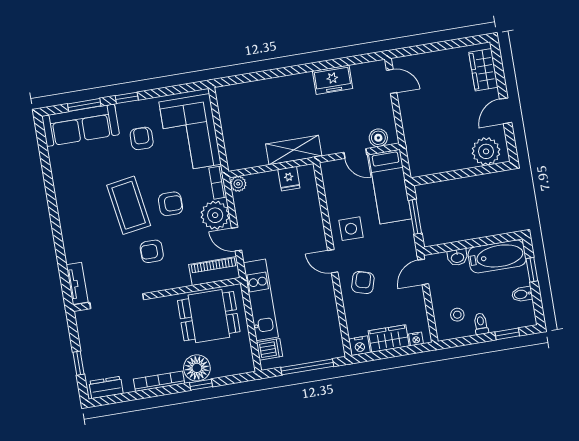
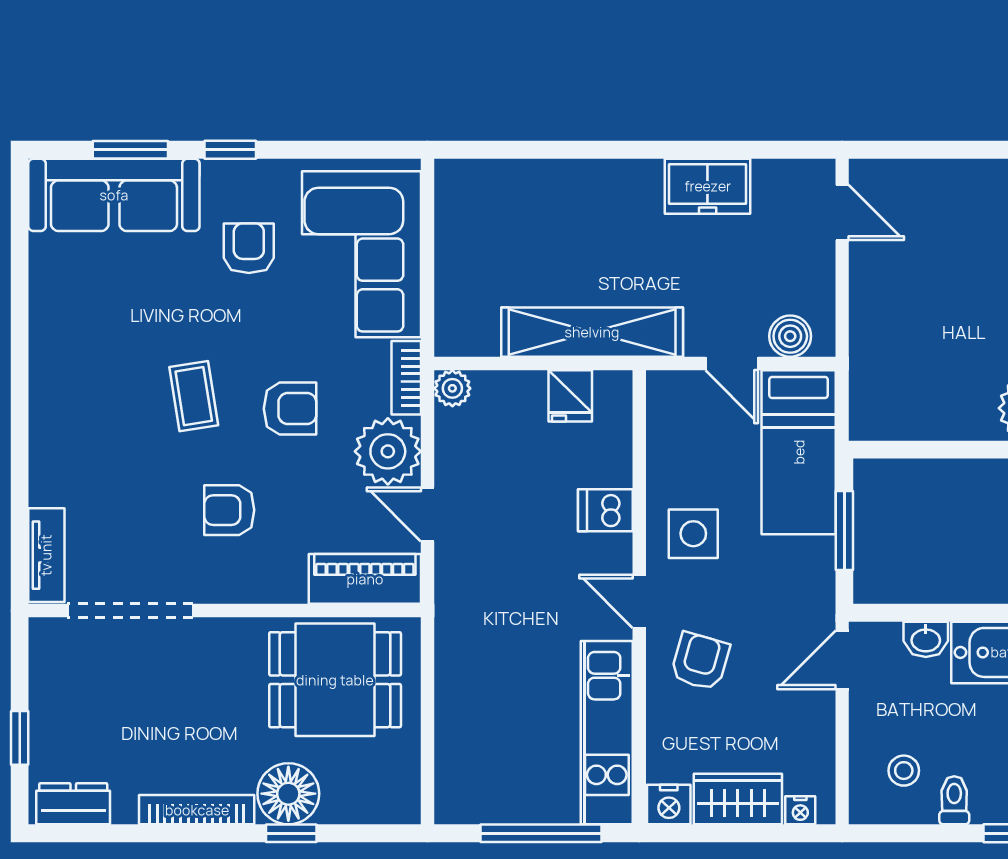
shelving: (294, 150) -> (592, 332), width x1.47
coffee table: (129, 205) -> (194, 396), width x0.54, depth x0.58
kitchen unit: (261, 300) -> (607, 733), moved, turned 180
dishwasher: (270, 349) -> (605, 510), moved, turned 180

